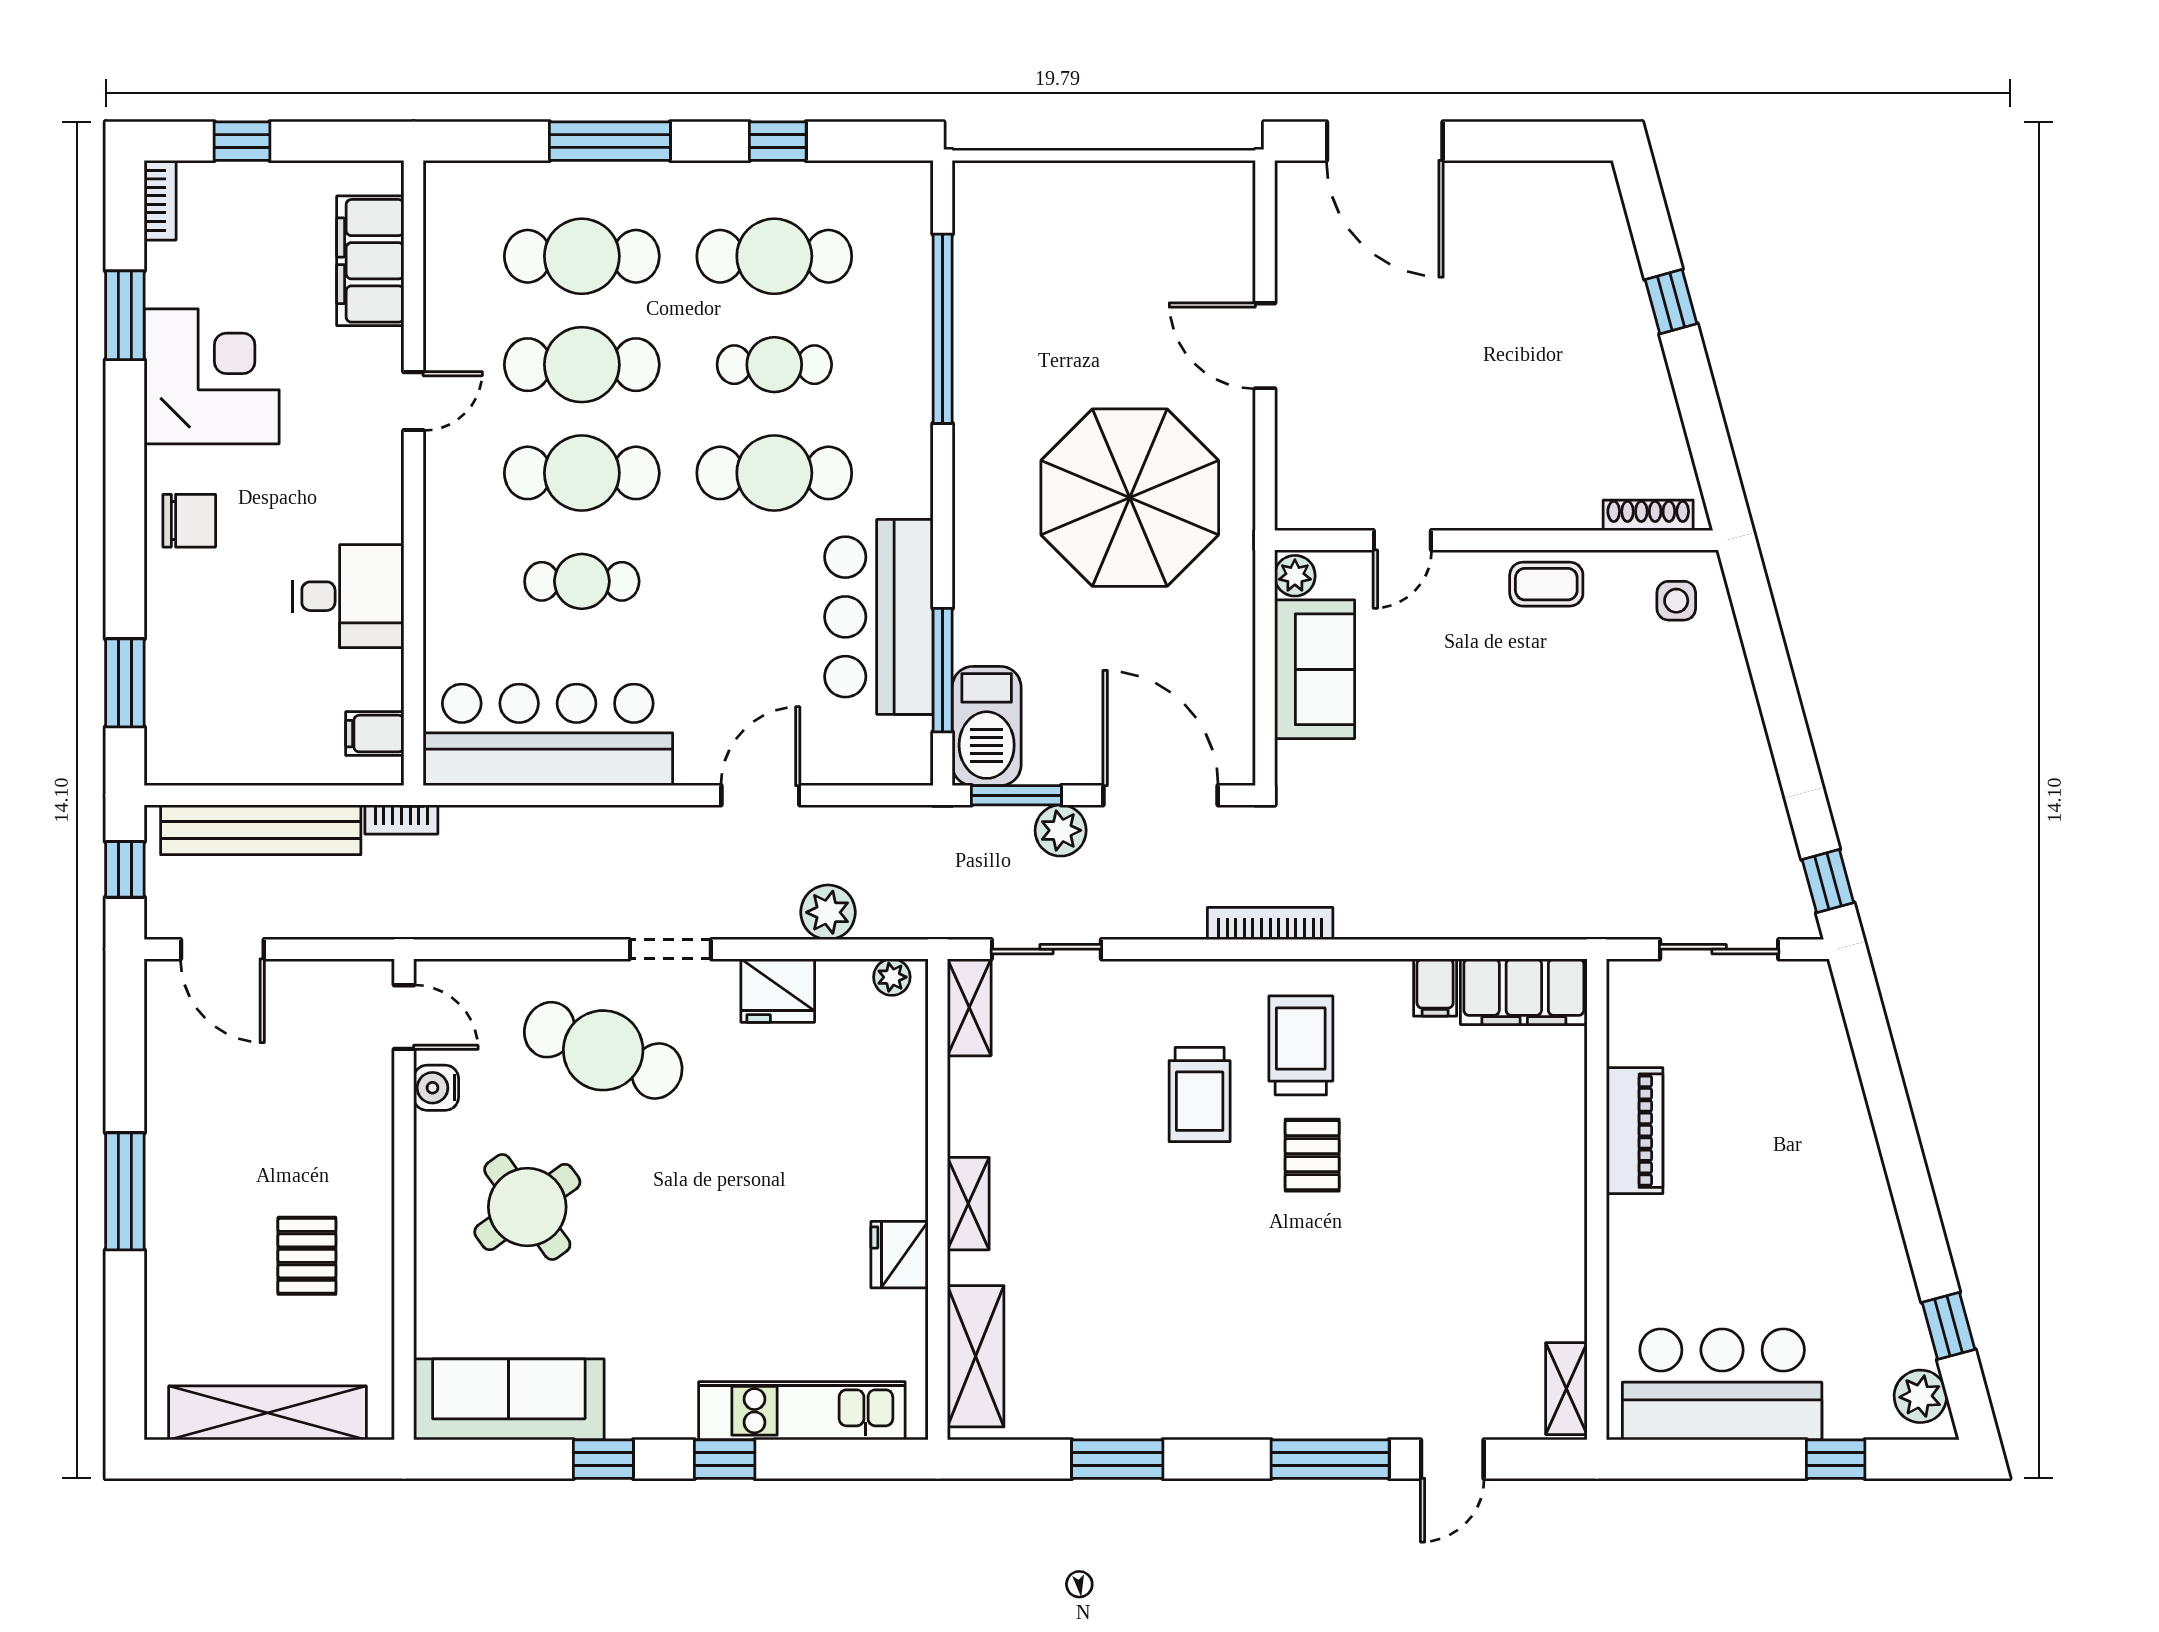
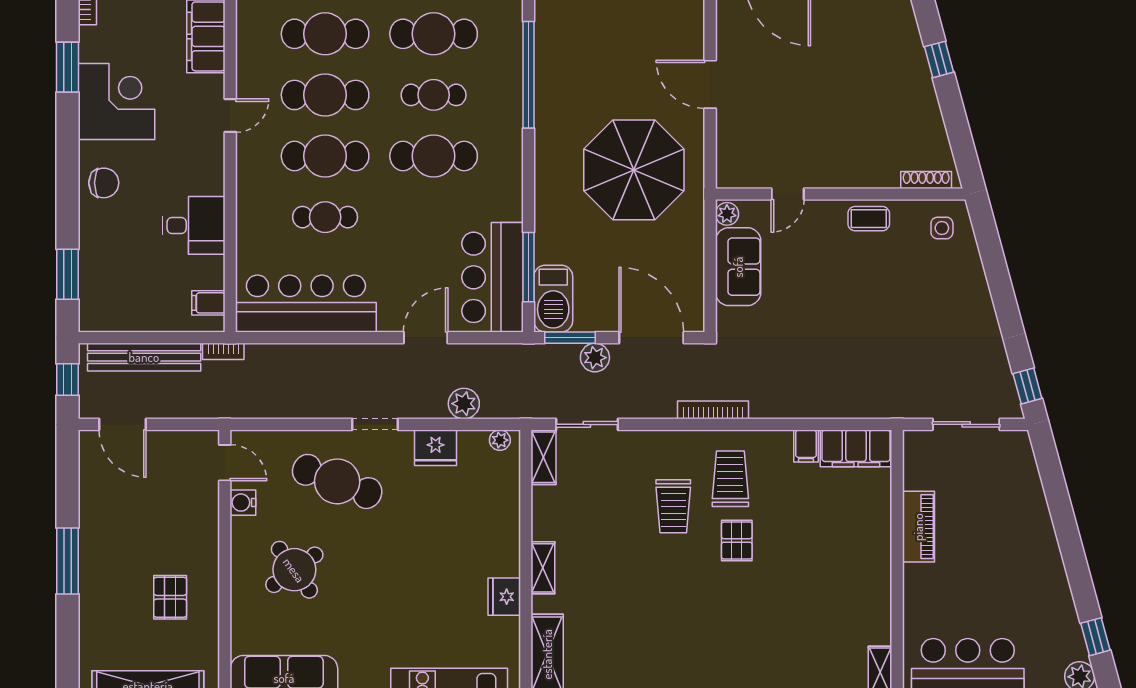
bar counter: (879, 617) -> (492, 277), moved

